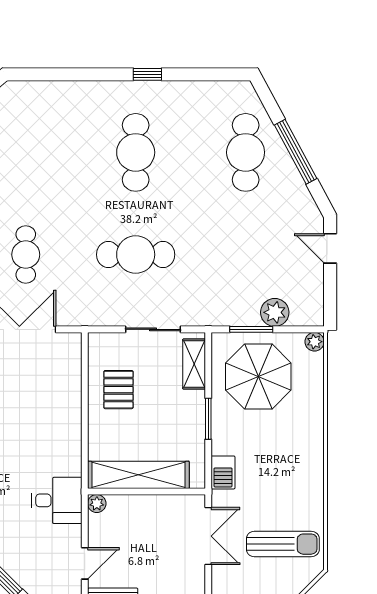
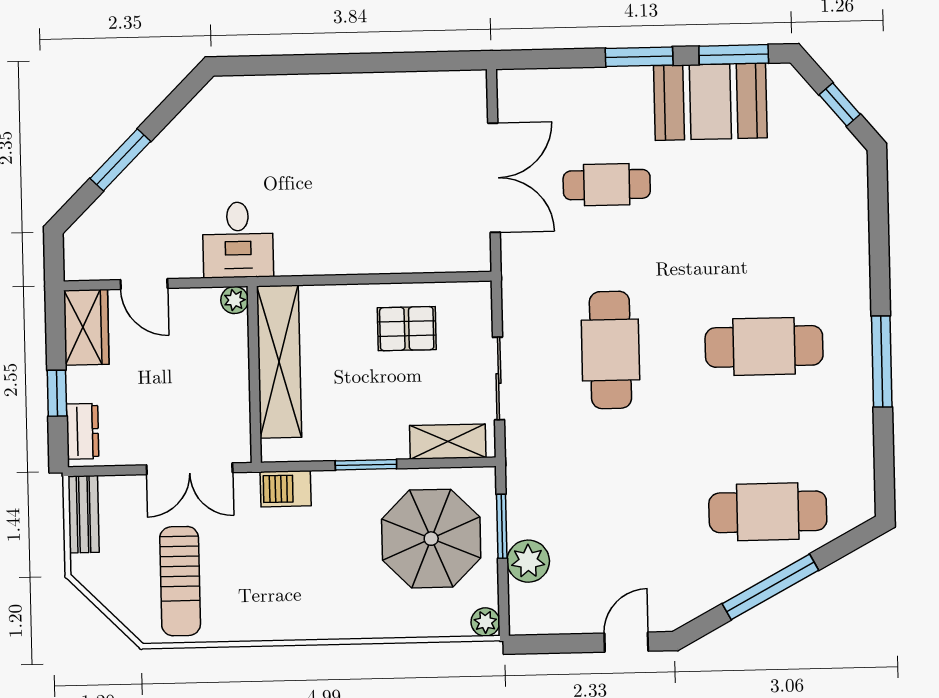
window: (147, 74) -> (882, 361), width x2.17

